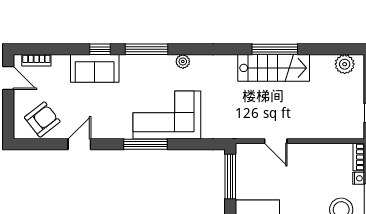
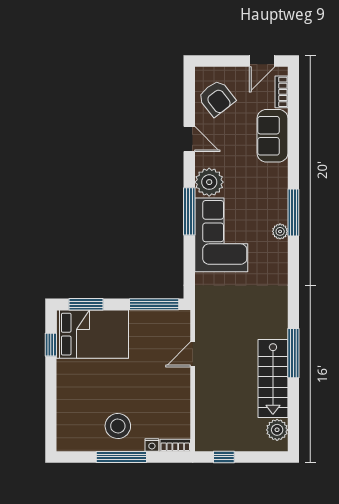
window: (100, 49) -> (293, 162), removed
plant: (183, 61) -> (280, 231), moved
sofa: (95, 68) -> (272, 136), moved
stairs: (274, 68) -> (273, 378), moved
plant: (119, 126) -> (209, 182), added

